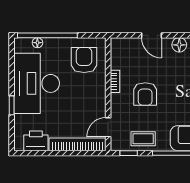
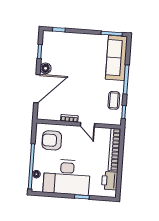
door: (152, 35) -> (37, 89), width x1.88
armchair: (145, 94) -> (80, 96), removed
door: (108, 127) -> (88, 125), moved

